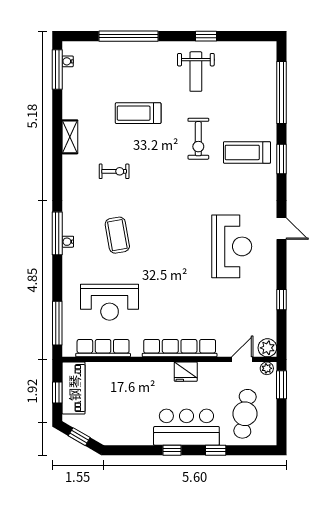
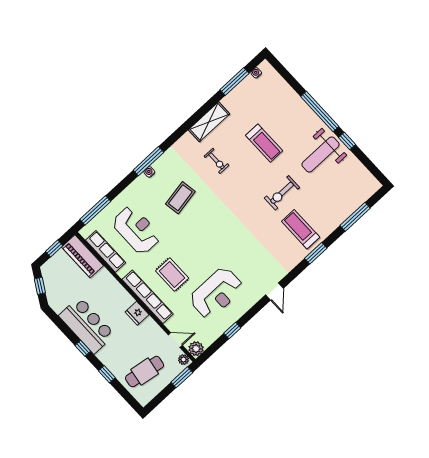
window: (128, 36) -> (320, 112), moved
window: (57, 69) -> (234, 81), moved
weight bench: (196, 72) -> (320, 154), width x1.36, depth x1.33
window: (282, 92) -> (355, 217), width x0.68
treadmill: (138, 113) -> (264, 143), turned 180
shelving: (70, 137) -> (209, 122), width x1.50, depth x1.33
reception desk: (232, 246) -> (216, 293), moved
reception desk: (110, 302) -> (136, 230), turned 180
rug: (180, 307) -> (172, 275), added
piano: (74, 388) -> (83, 256), moved, turned 90
bar counter: (186, 427) -> (87, 325), moved

